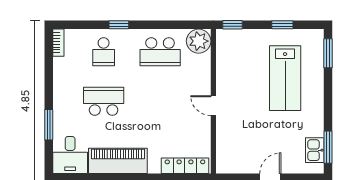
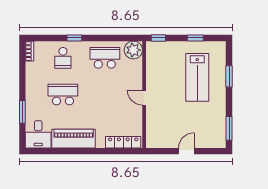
school desk: (160, 52) -> (105, 58), turned 180
window: (328, 53) -> (229, 76), moved
kitchen sink: (315, 150) -> (219, 131), removed

